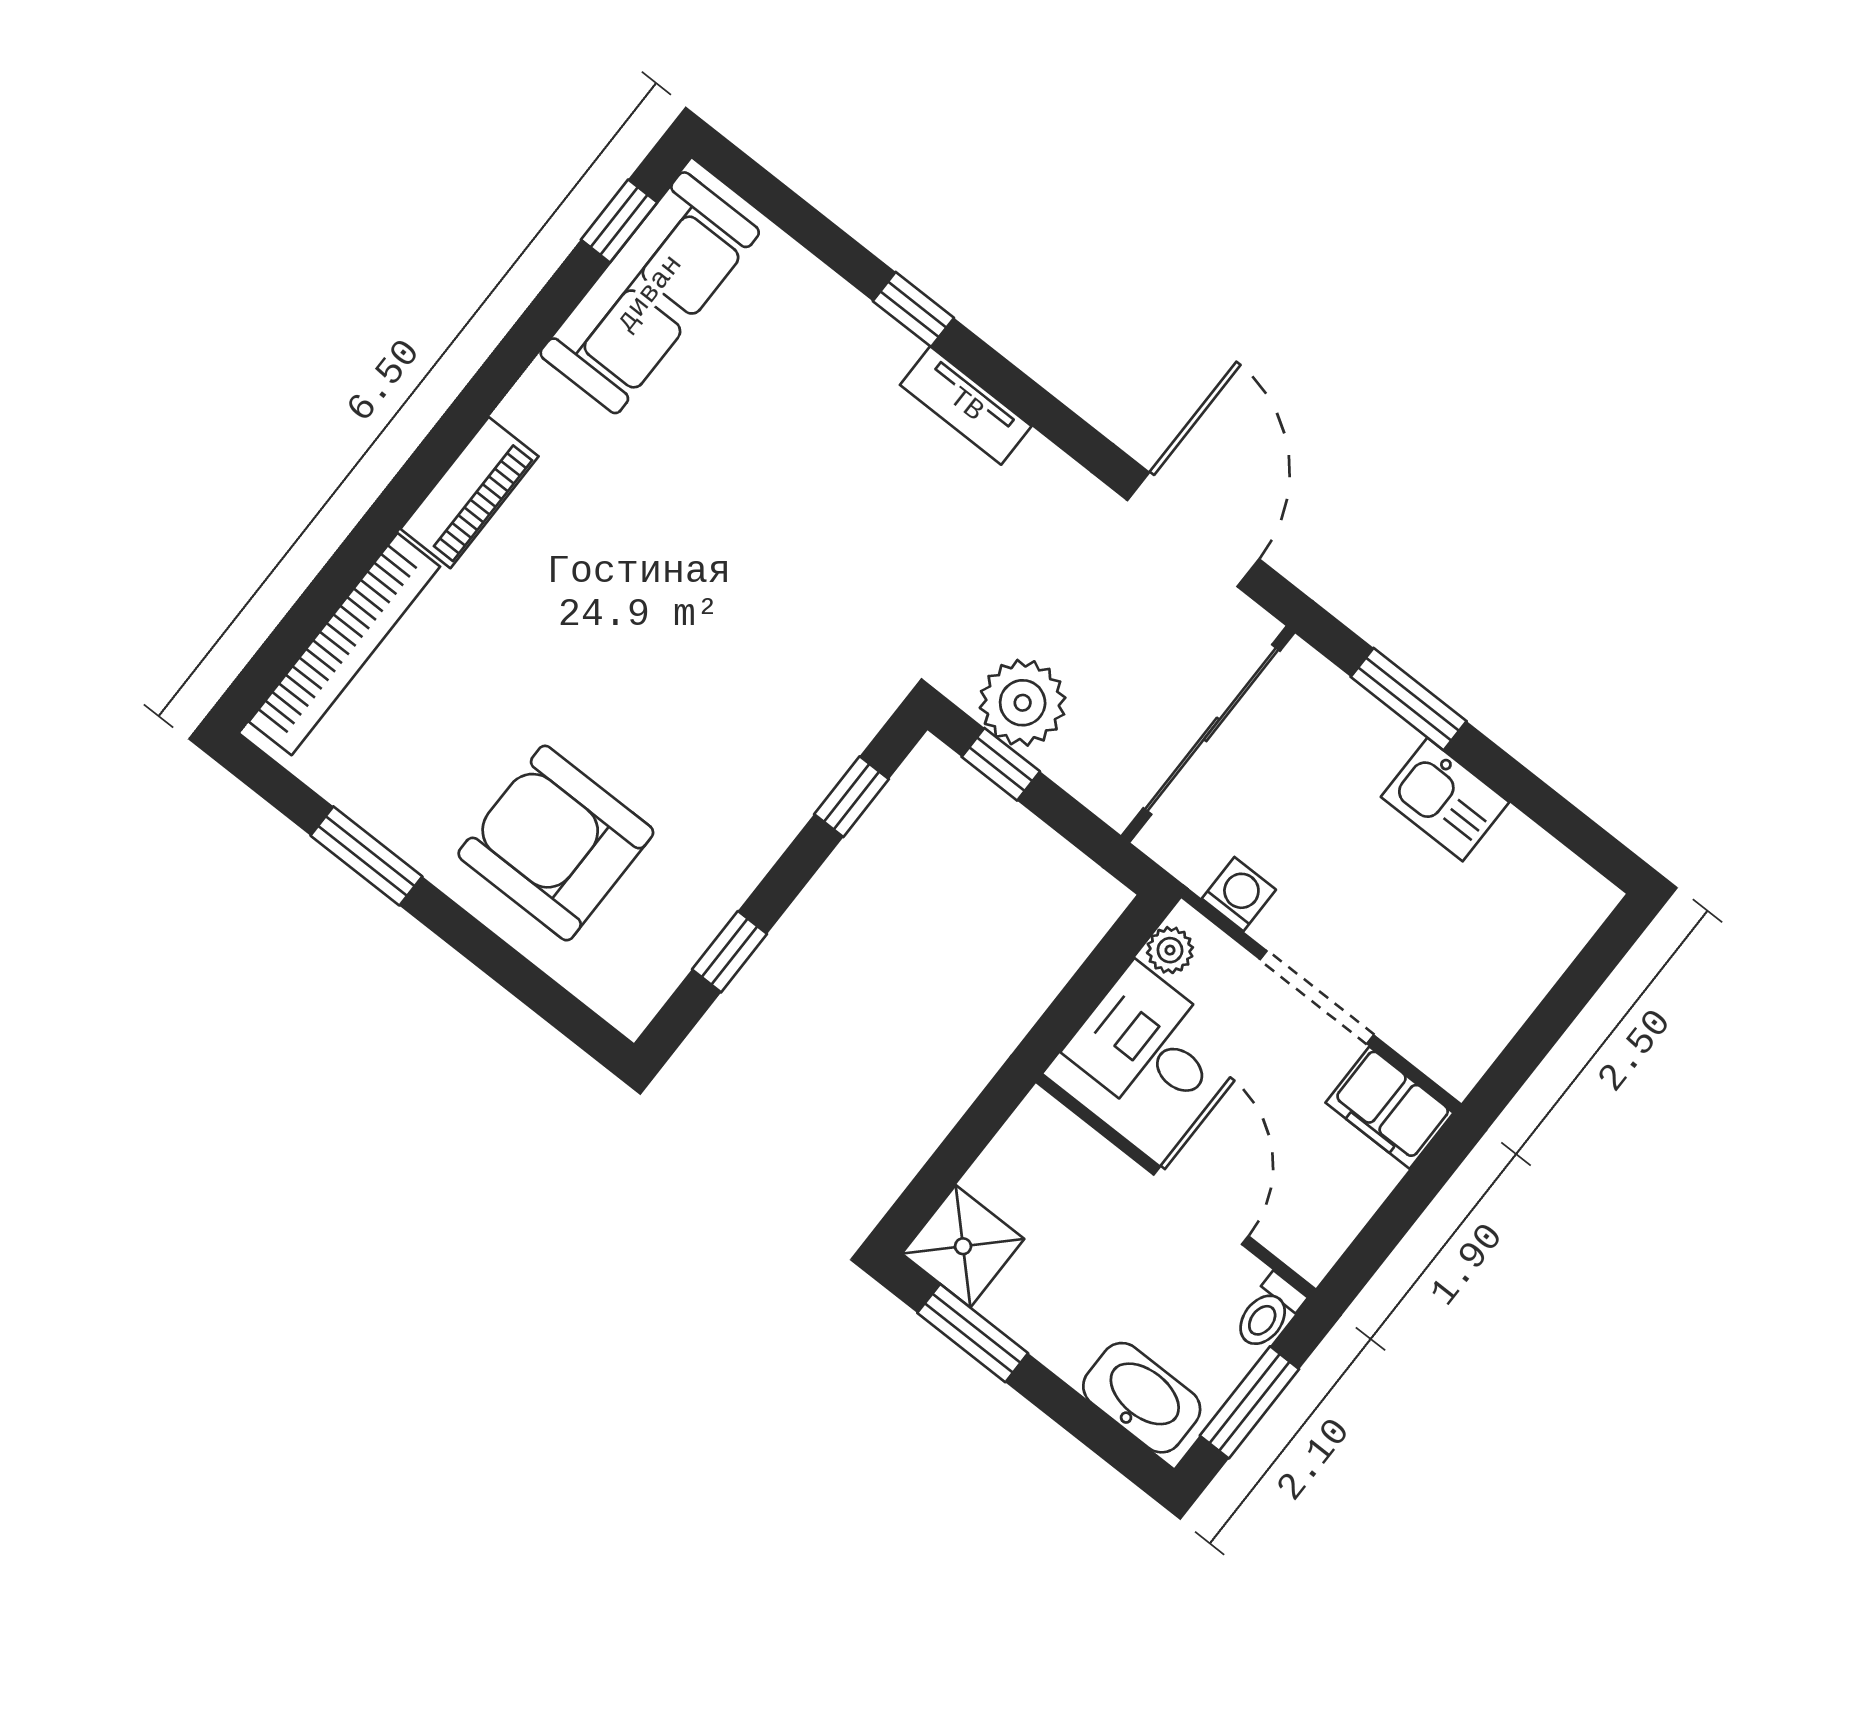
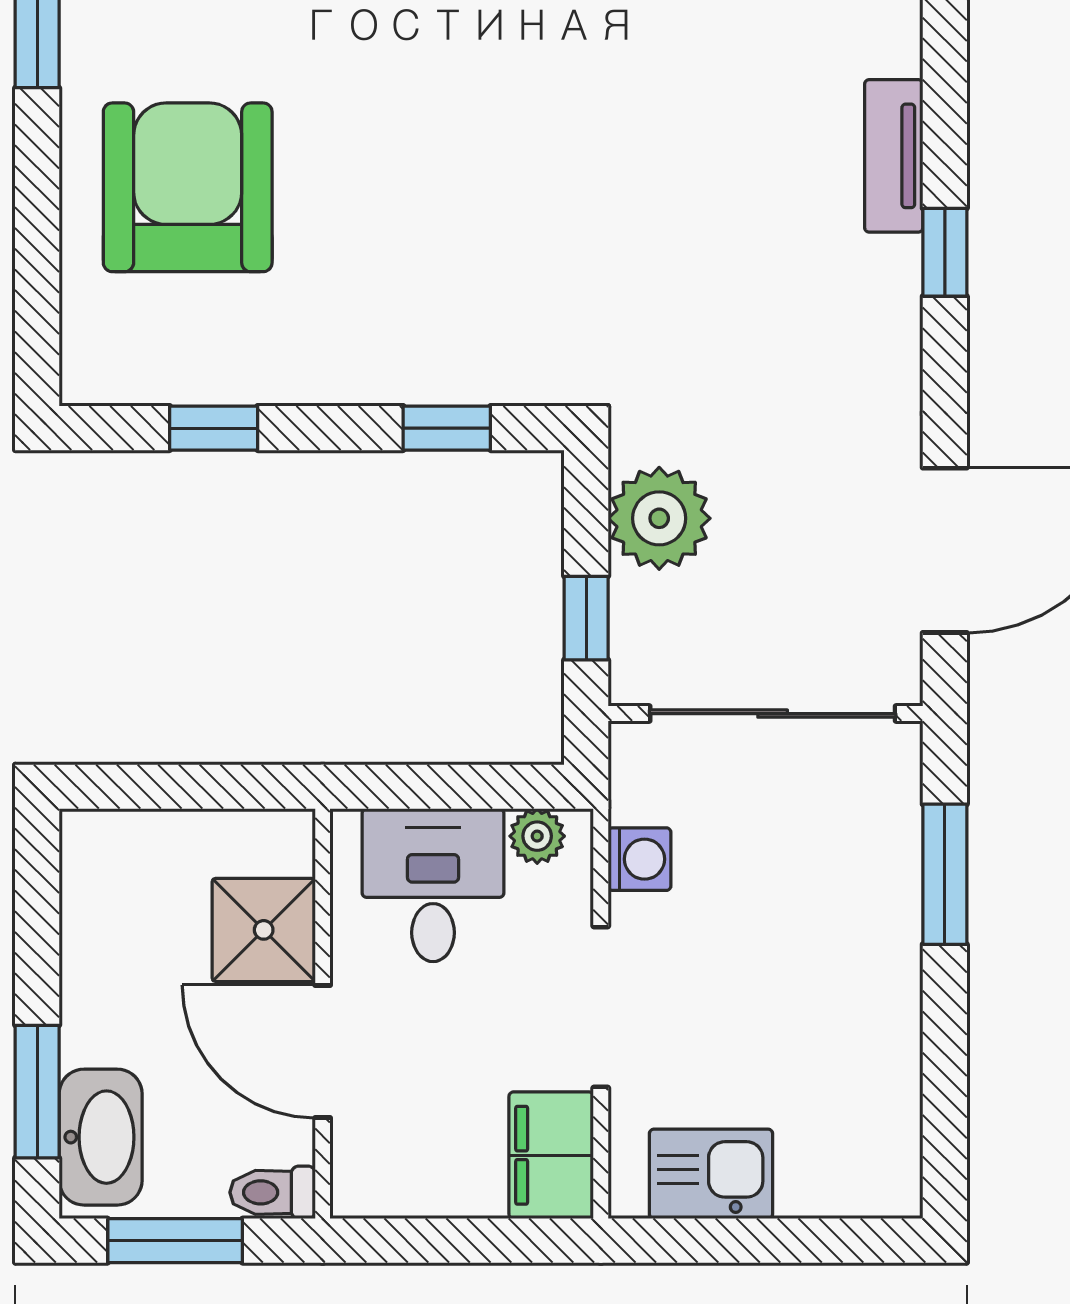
window: (913, 309) -> (945, 252), moved
tv unit: (966, 405) -> (894, 156), moved
window: (1001, 764) -> (586, 618), moved
kitchen sink: (1445, 800) -> (711, 1174), moved, turned 90
door: (1201, 1205) -> (323, 1051), swing flipped
shower: (963, 1246) -> (264, 930), moved
window: (973, 1333) -> (37, 1092), moved

